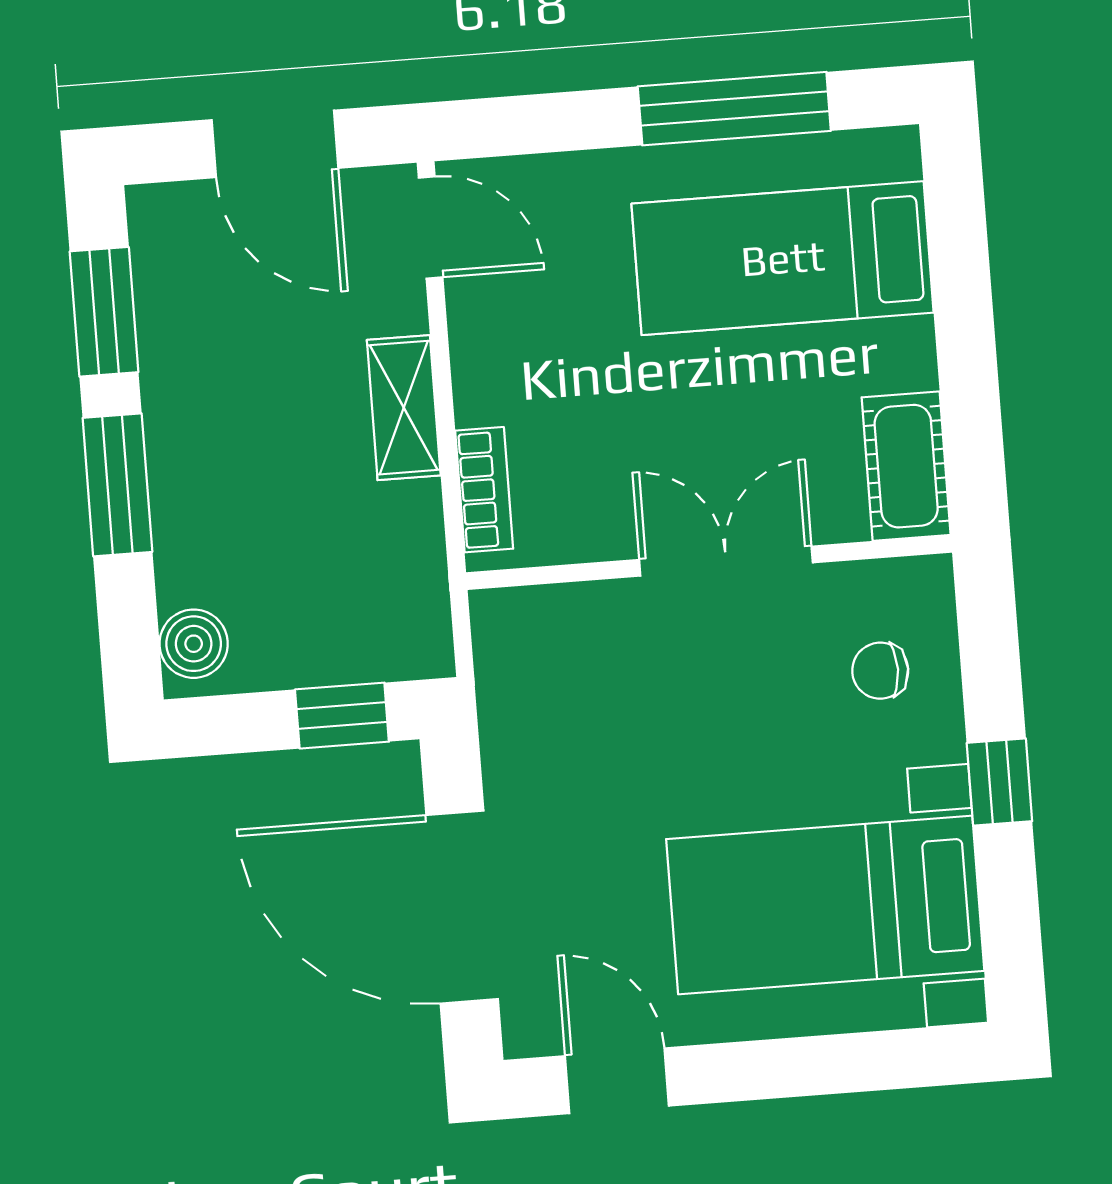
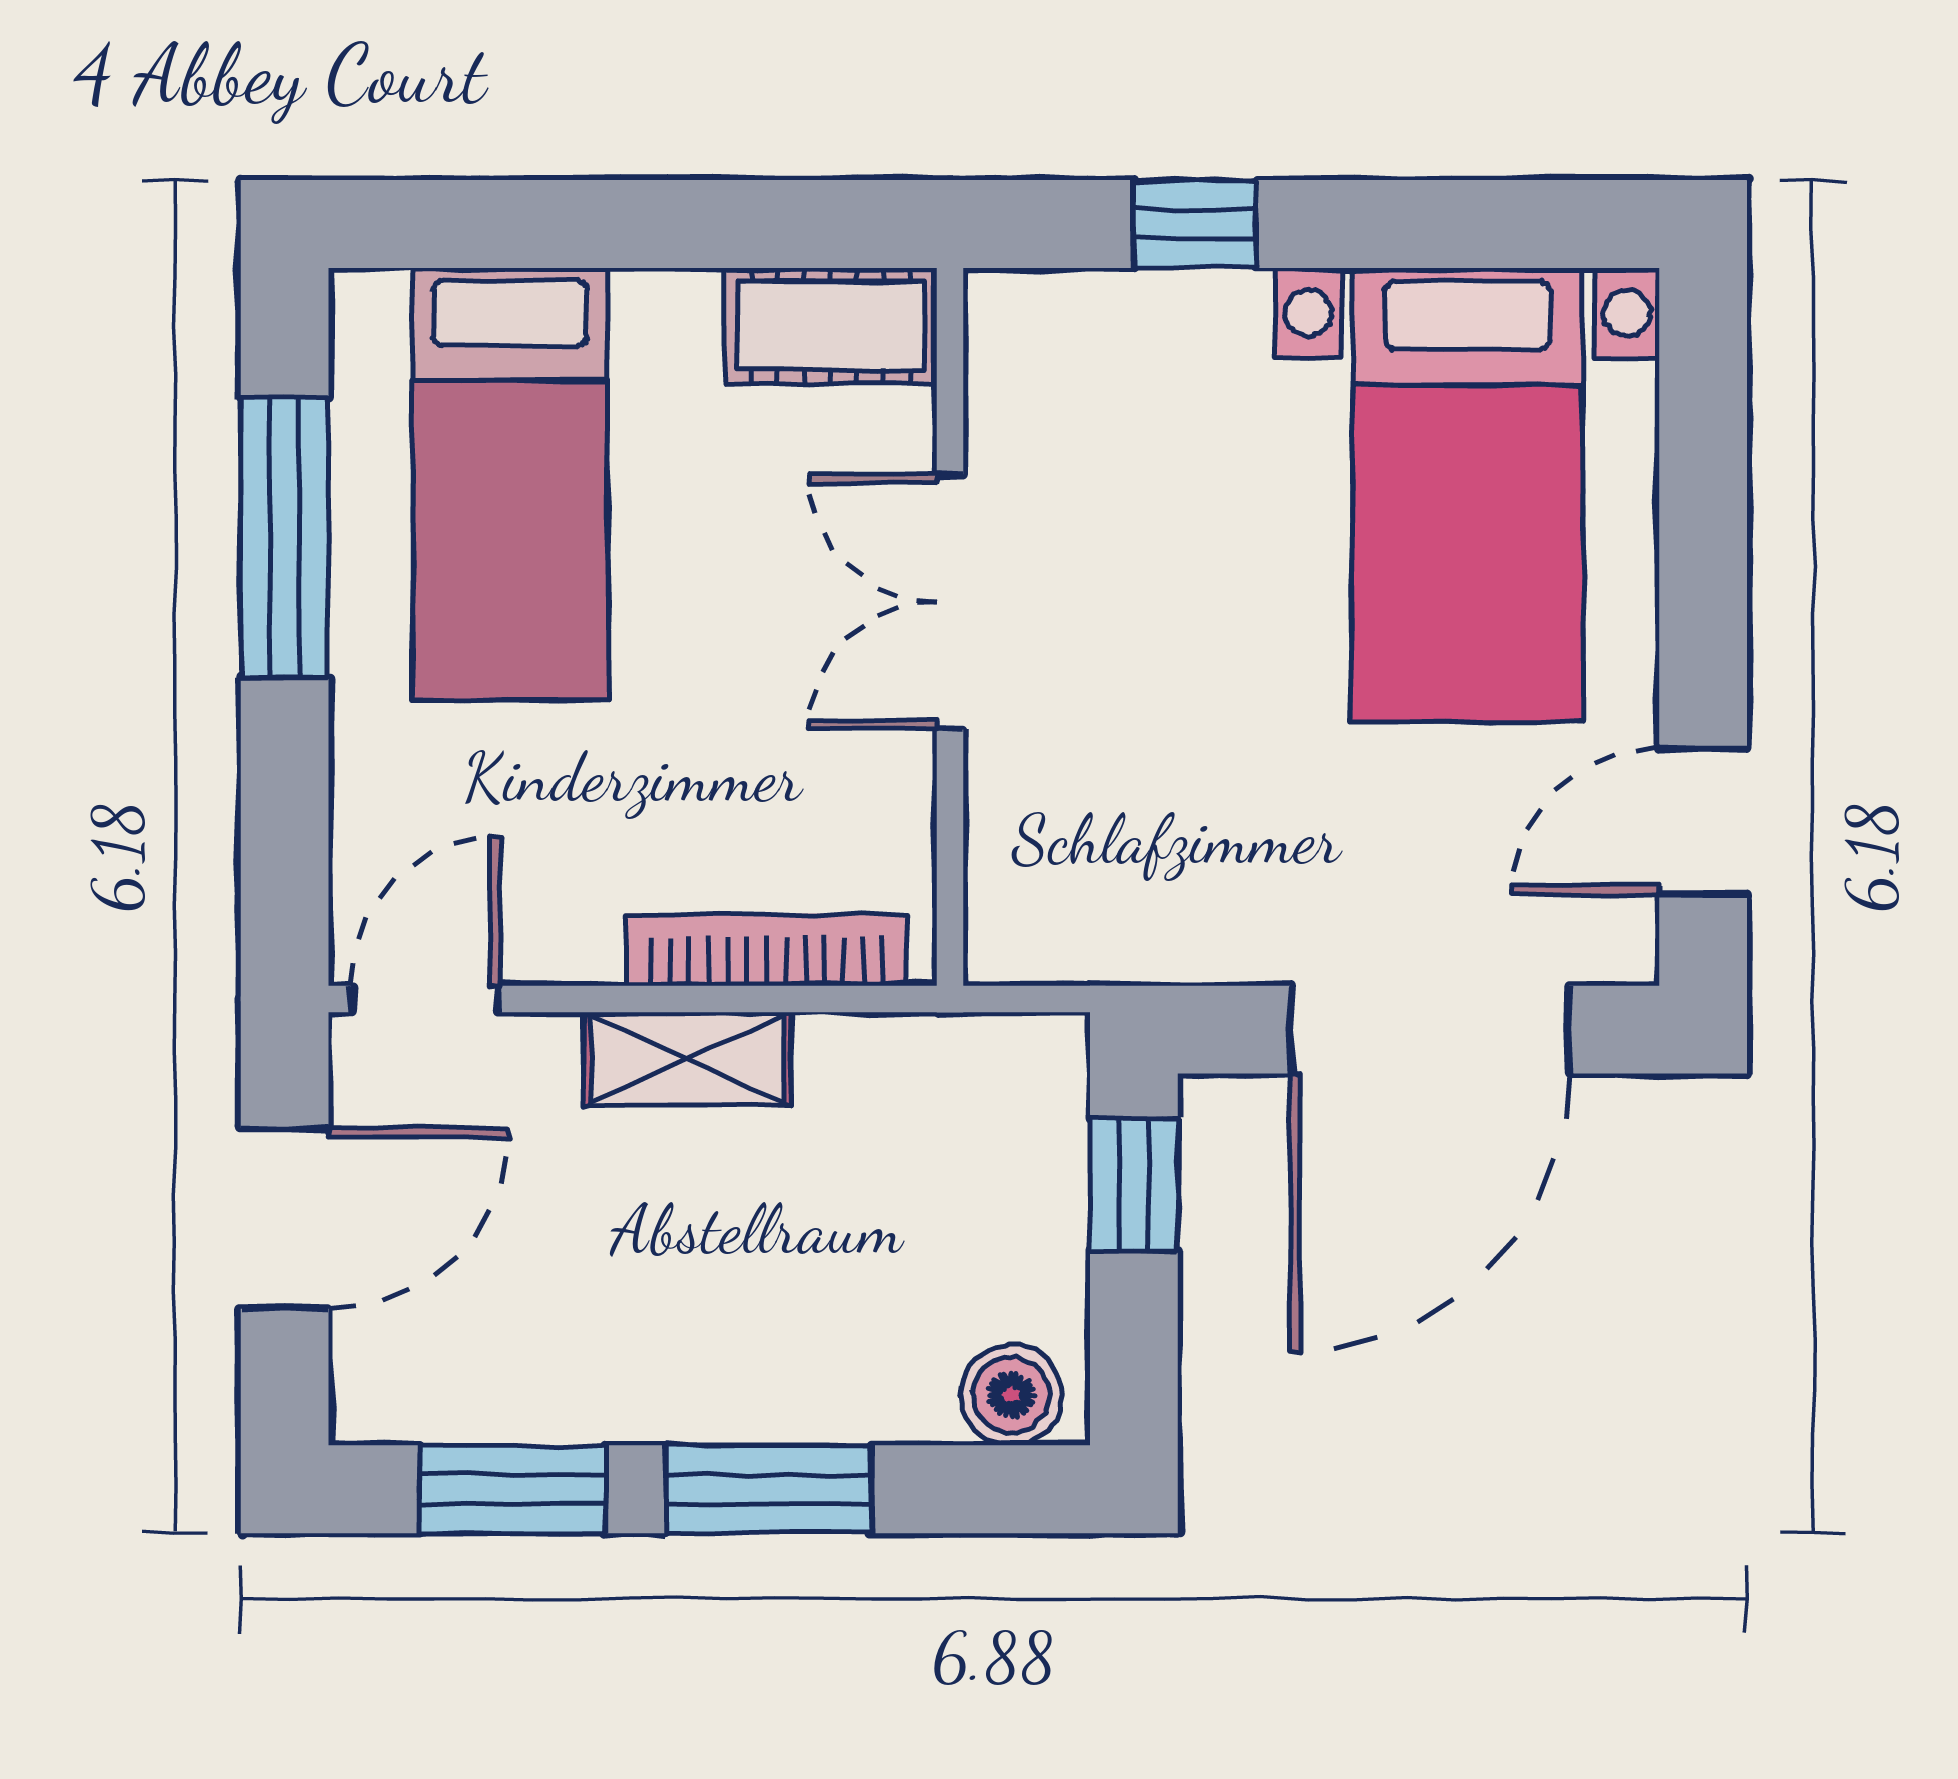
bookcase: (484, 490) -> (767, 950), width x1.56
chair: (880, 671) -> (1129, 387), removed
window: (999, 782) -> (1195, 224), moved

